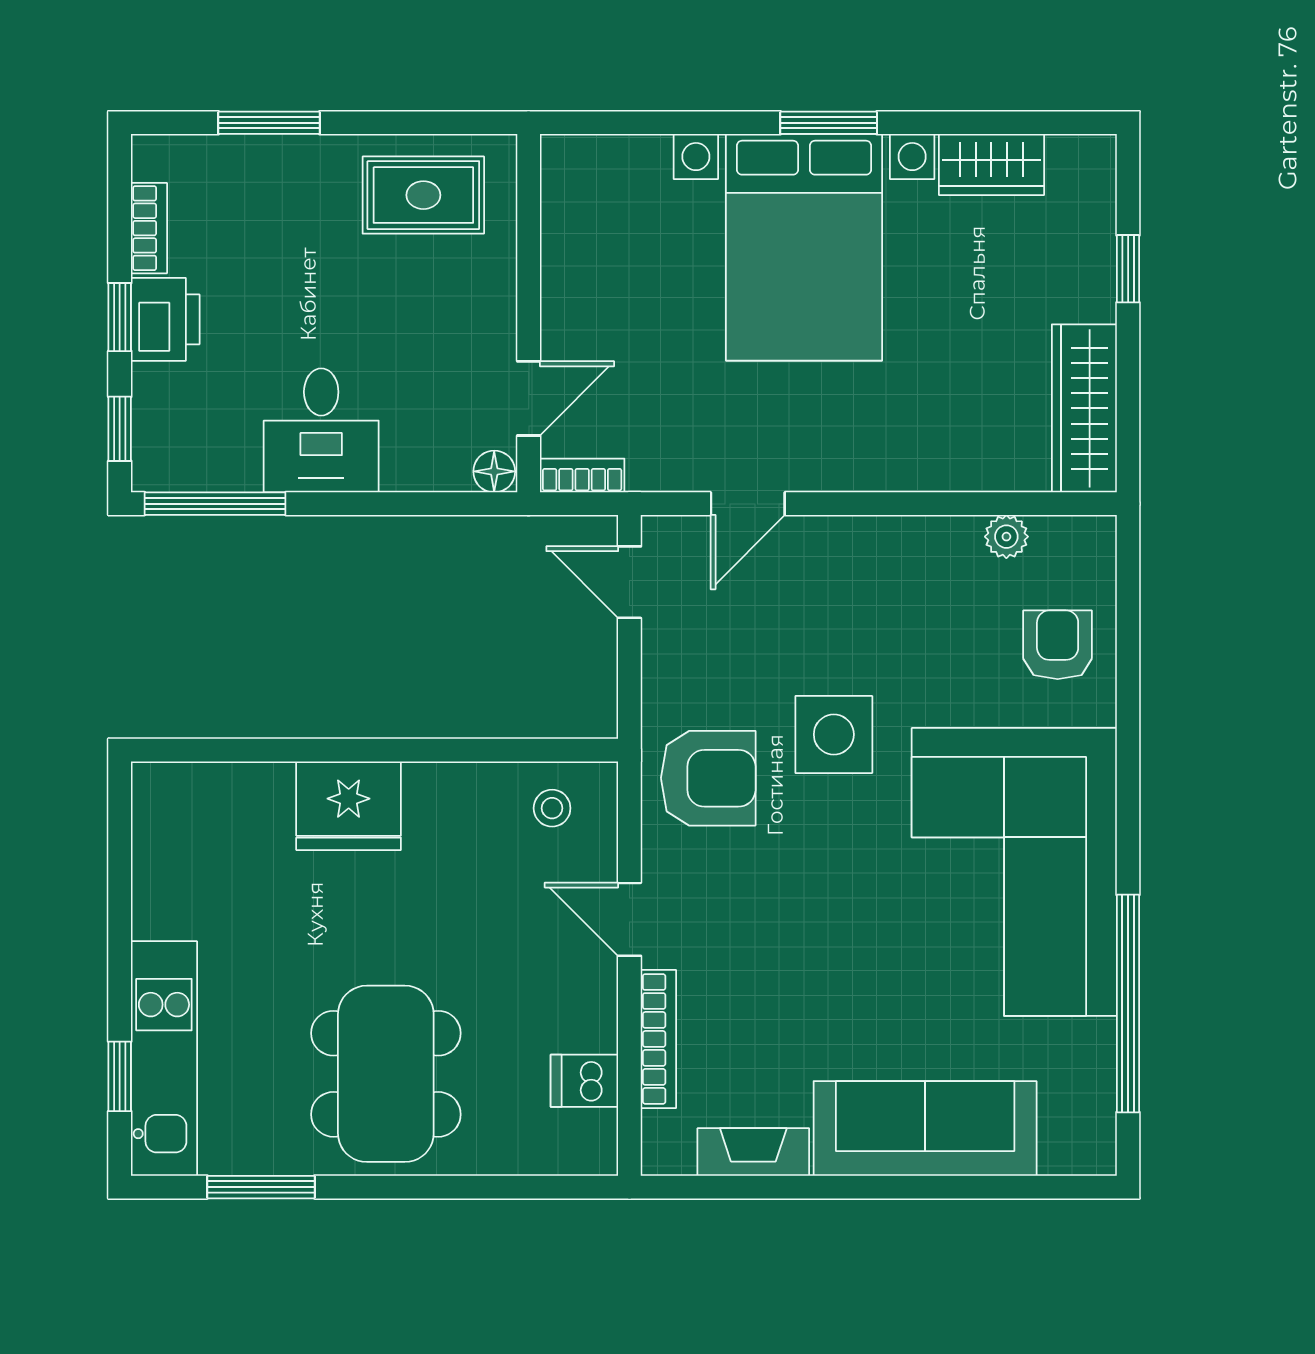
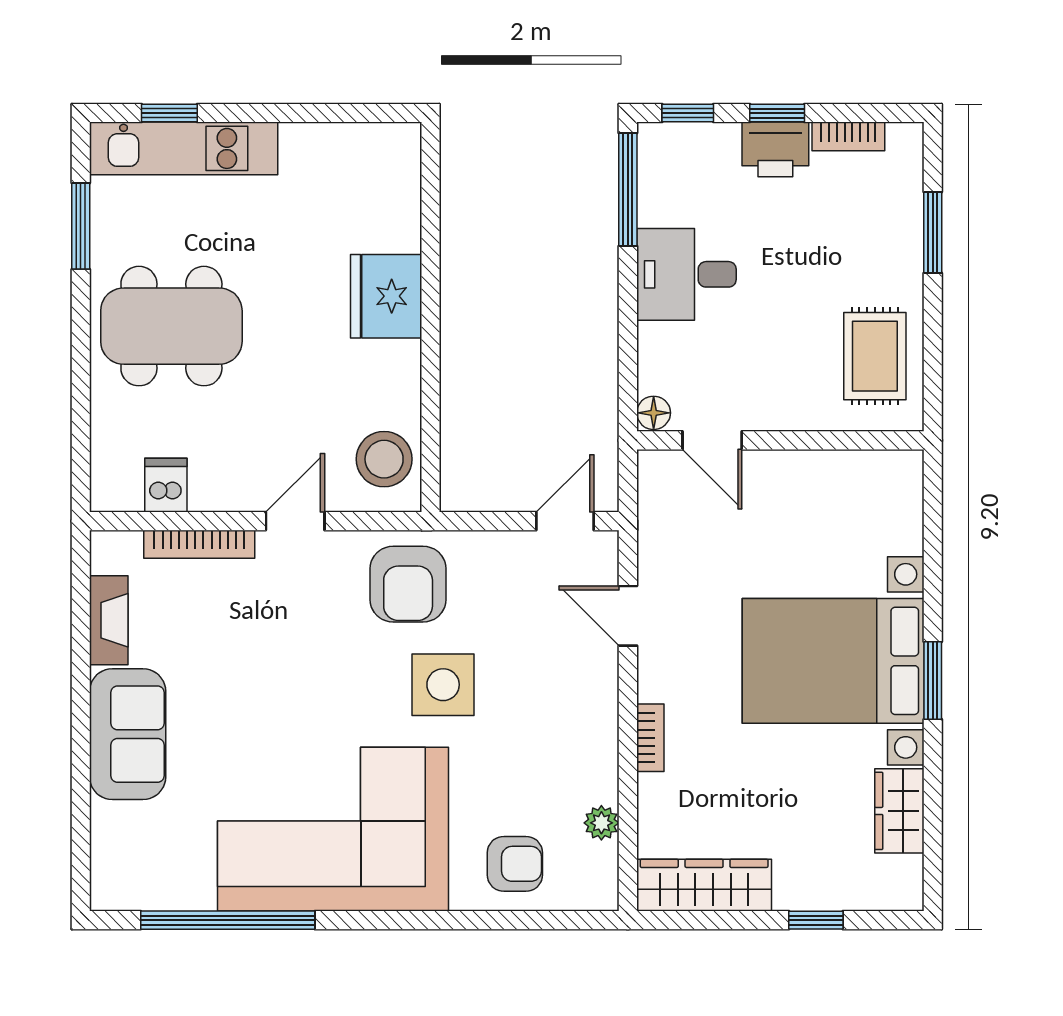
bookcase: (582, 476) -> (650, 738), moved
stool: (552, 808) -> (384, 459), width x1.89, depth x1.89
sofa: (925, 1128) -> (128, 734), width x0.73

